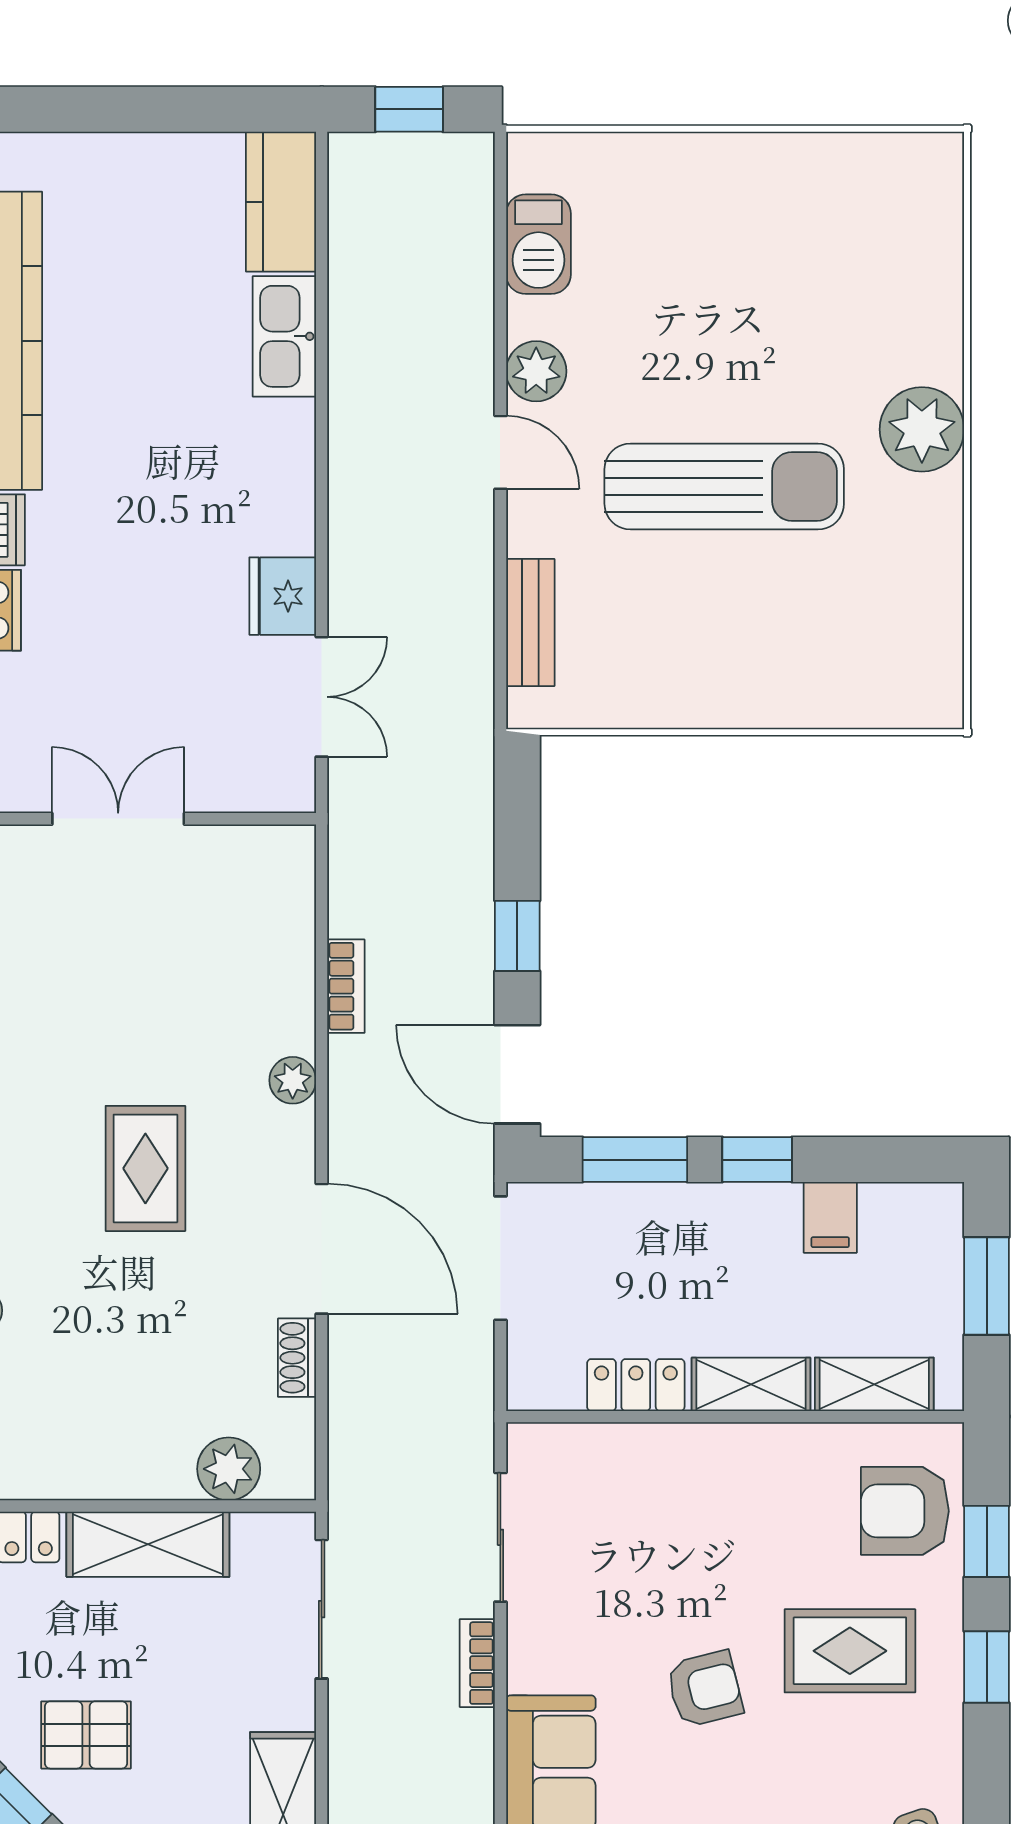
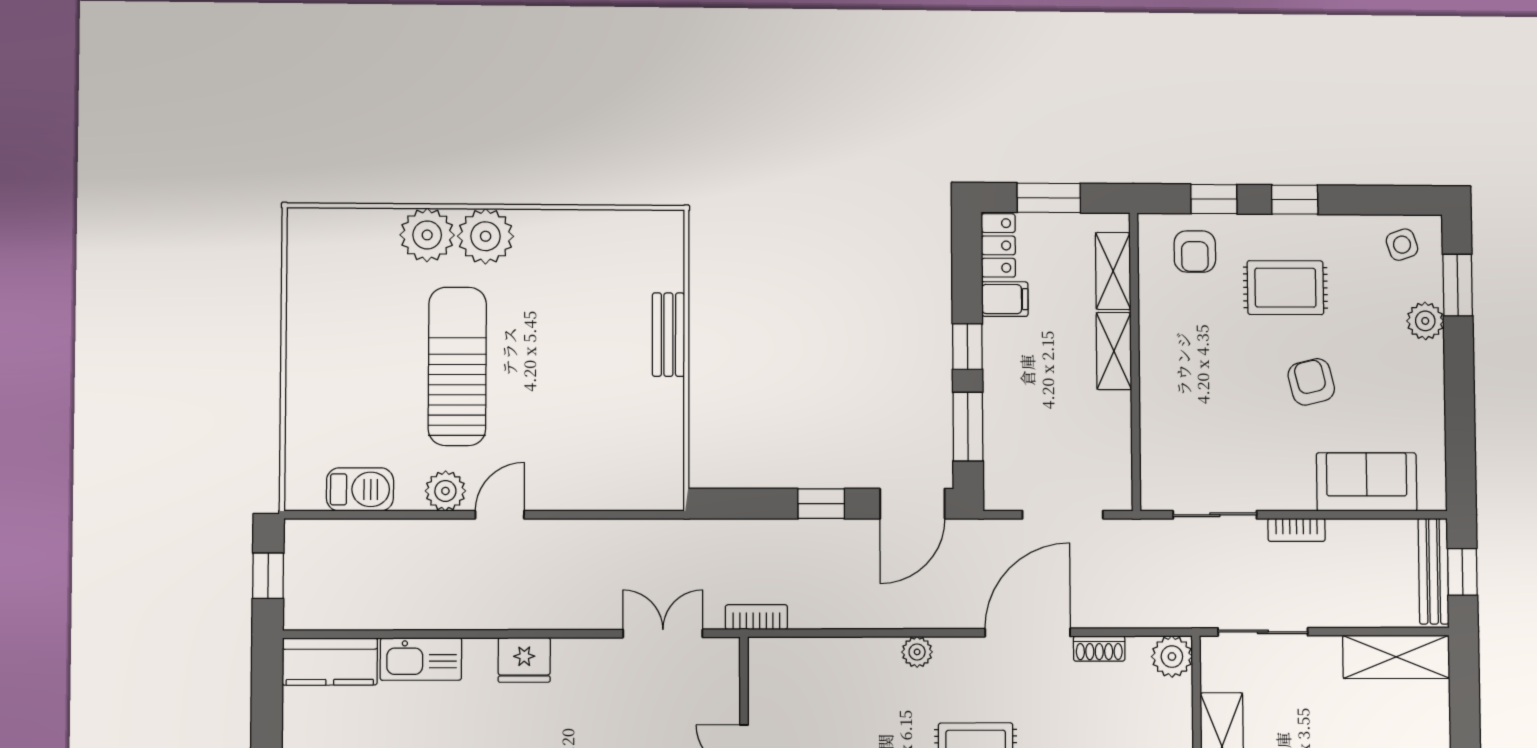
plant: (923, 342) -> (427, 235), added
sun lounger: (724, 486) -> (457, 366), moved
fridge: (283, 596) -> (524, 660), moved
bench: (530, 622) -> (668, 335), moved, turned 90
bookcase: (346, 986) -> (756, 617), moved
doorway: (500, 1258) -> (1063, 515), moved
locker: (636, 1385) -> (998, 245), moved, turned 180
plant: (229, 1469) -> (1172, 657), moved
armchair: (905, 1511) -> (1195, 252), width x0.72, depth x0.72
rug: (850, 1651) -> (1285, 288), turned 90

